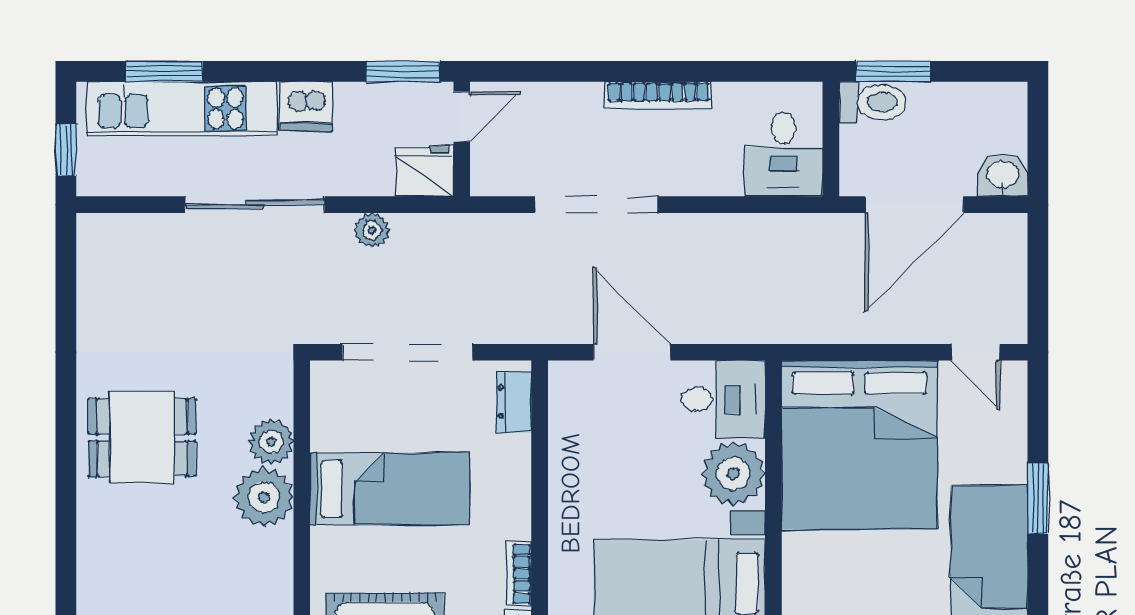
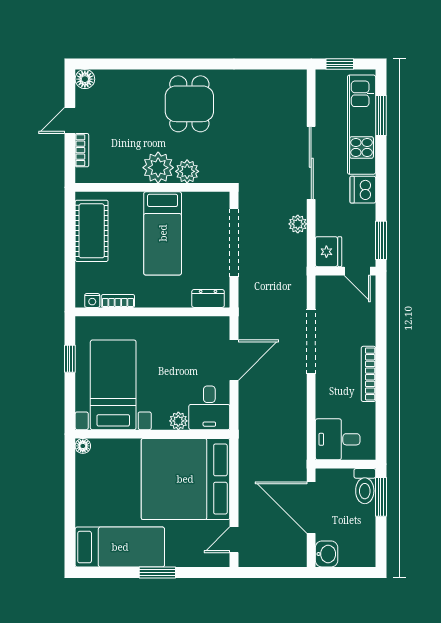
plant: (733, 474) -> (178, 421), width x0.53, depth x0.53

